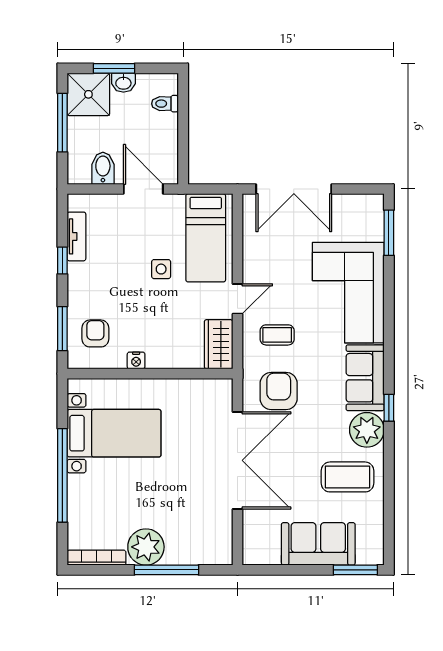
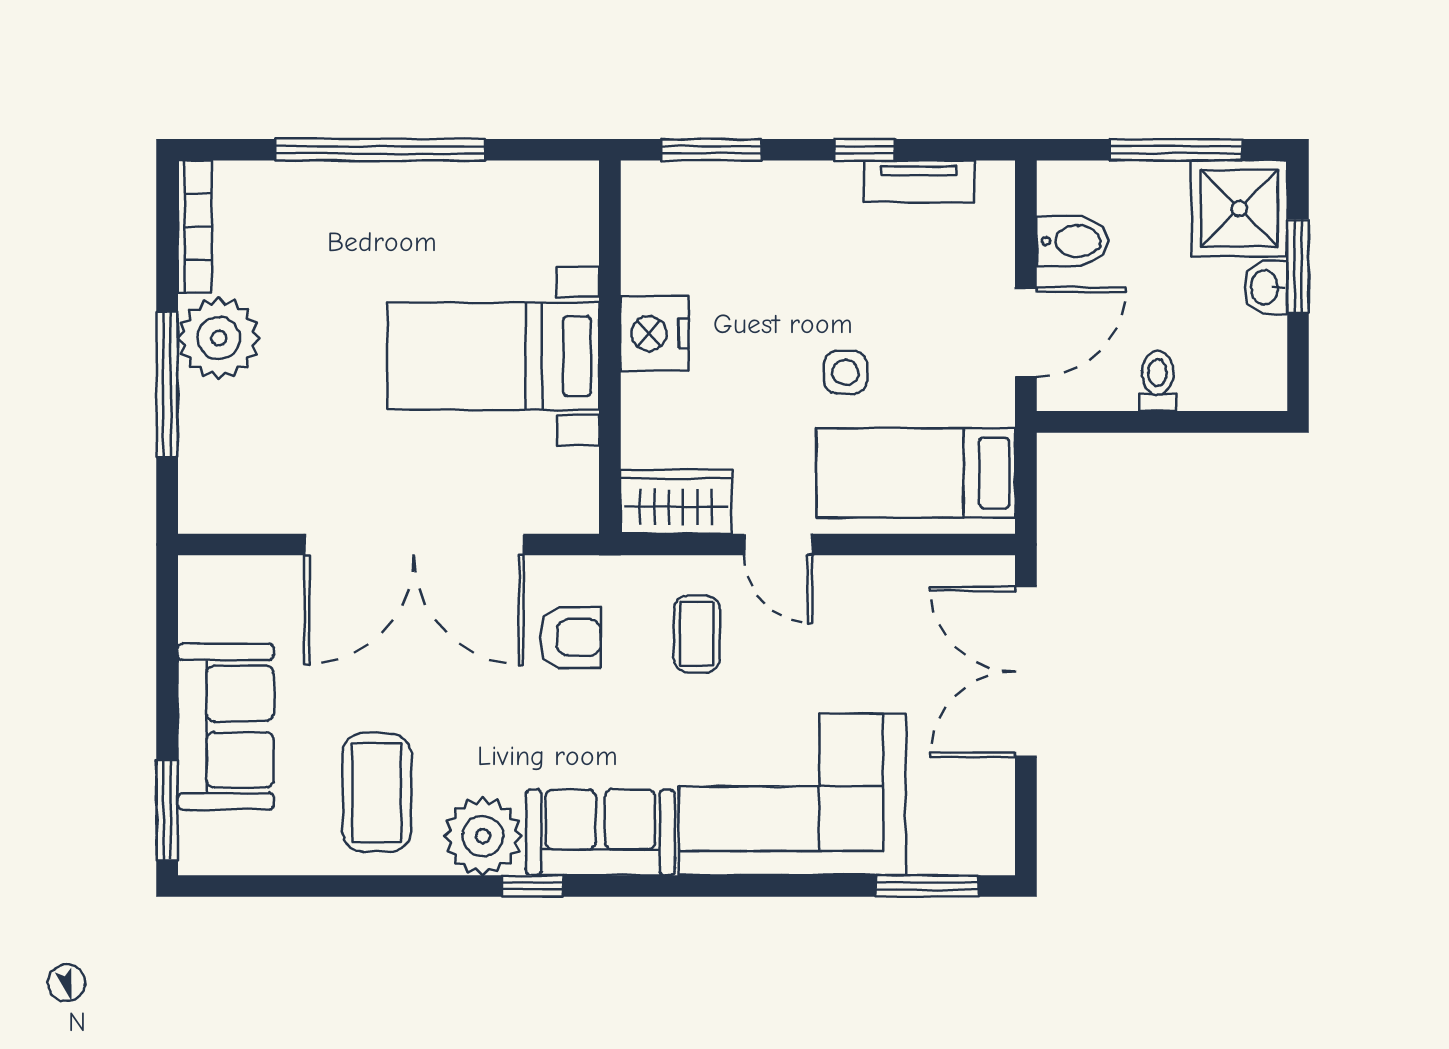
toilet: (165, 104) -> (1158, 381), moved
armchair: (95, 333) -> (700, 224), removed
nightstand: (136, 360) -> (654, 334), width x1.89, depth x1.79
armchair: (279, 391) -> (570, 637), width x0.72, depth x0.72
bed with nightstands: (114, 433) -> (493, 356), moved, turned 90

